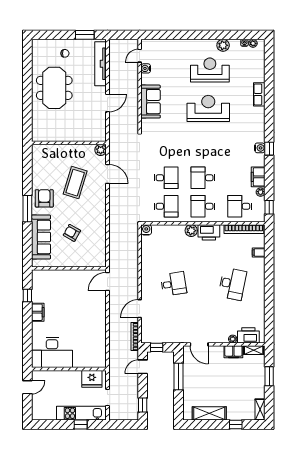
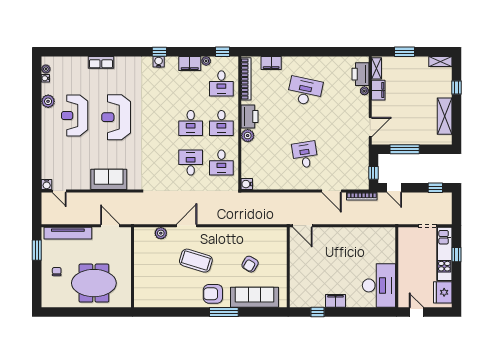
water cooler: (146, 68) -> (47, 185), moved
wall: (69, 143) -> (132, 267), moved
desk: (166, 206) -> (221, 163), turned 180
filing cabinet: (259, 252) -> (271, 63), width x2.00
fridge: (92, 379) -> (443, 292), moved, turned 180

